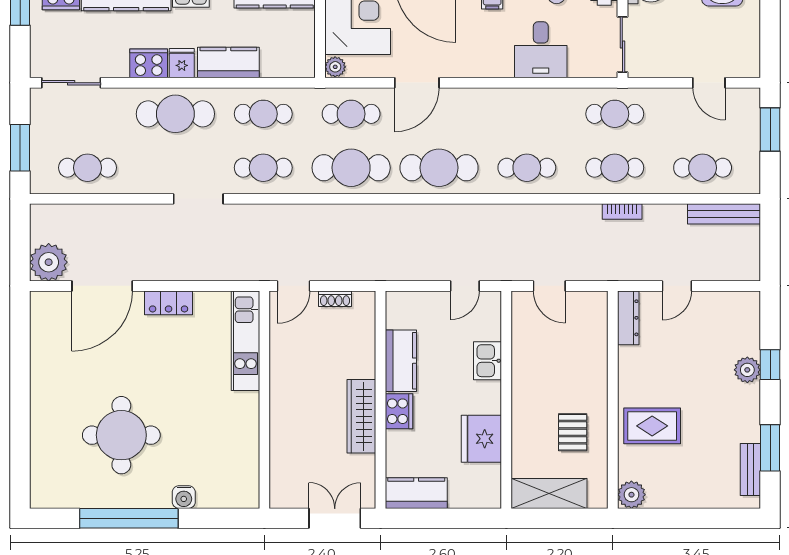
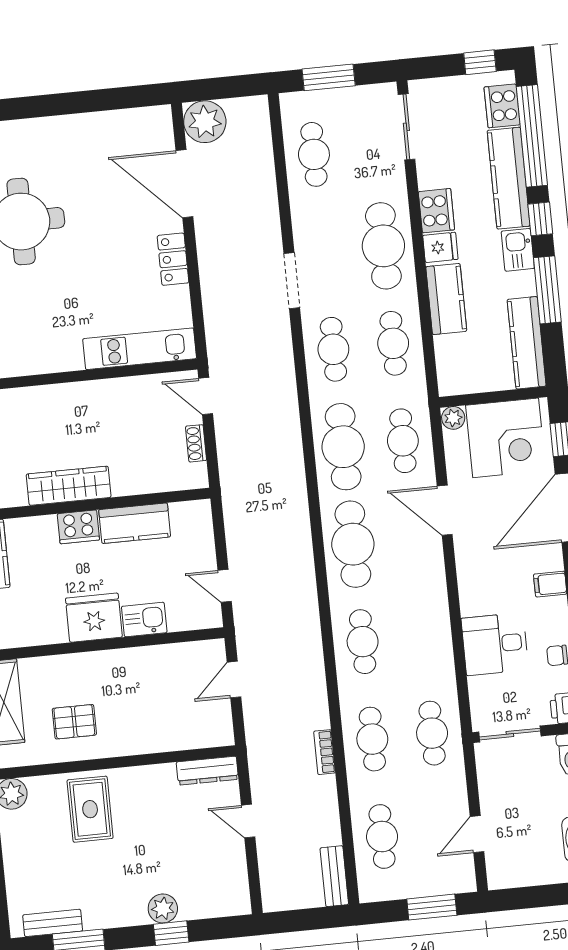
bench: (724, 214) -> (334, 876), width x0.73
fridge: (481, 439) -> (94, 618), moved

